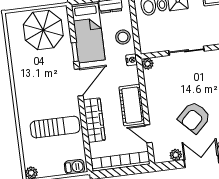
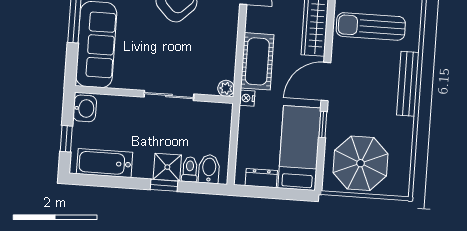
stool: (123, 37) -> (253, 132), removed
bench: (21, 92) -> (408, 84), added
cot: (132, 105) -> (257, 61), moved

